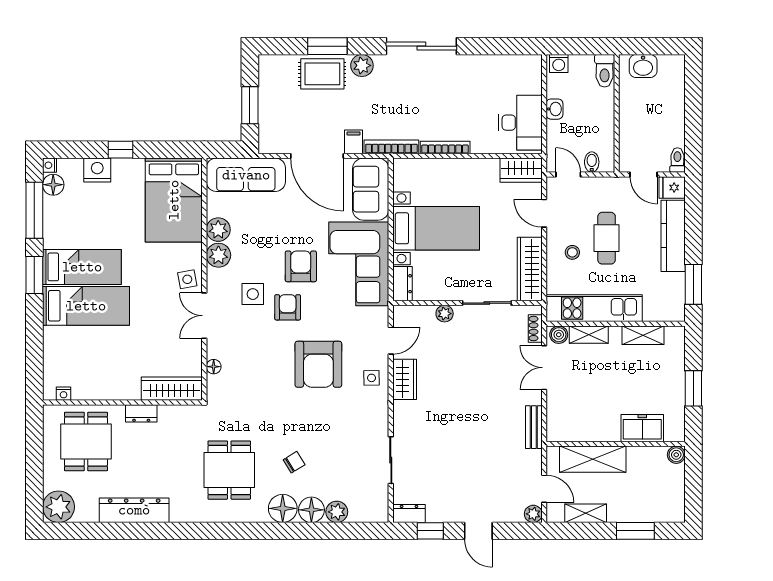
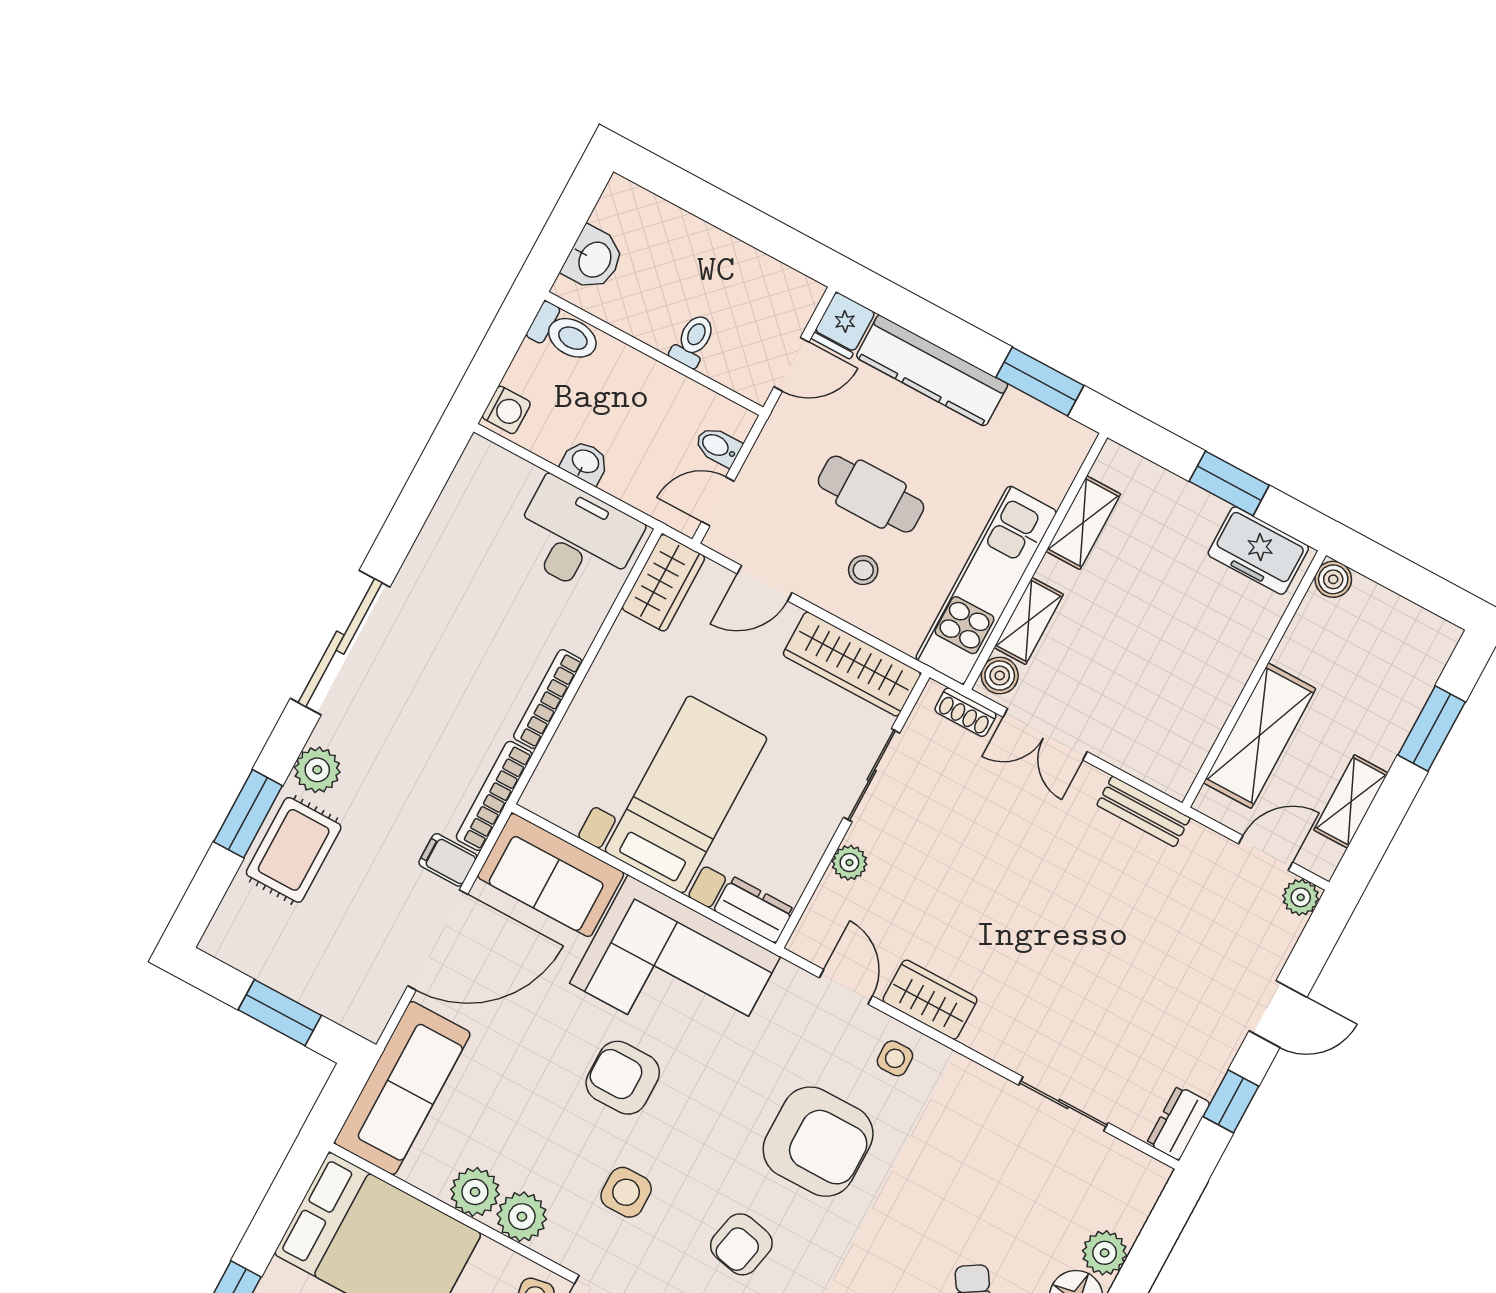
toilet: (677, 160) -> (693, 341), moved, turned 90
armchair: (288, 307) -> (741, 1244), moved, turned -78
freezer: (642, 428) -> (1258, 551), moved, turned -90

